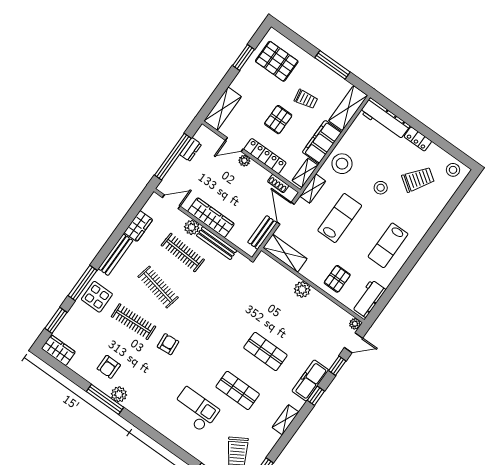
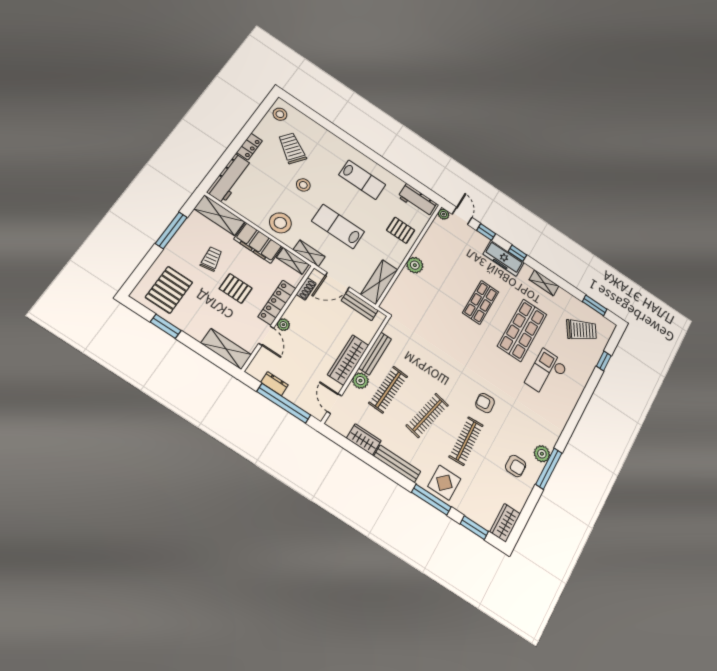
shop shelf: (238, 390) -> (522, 330), width x1.43, depth x1.36

